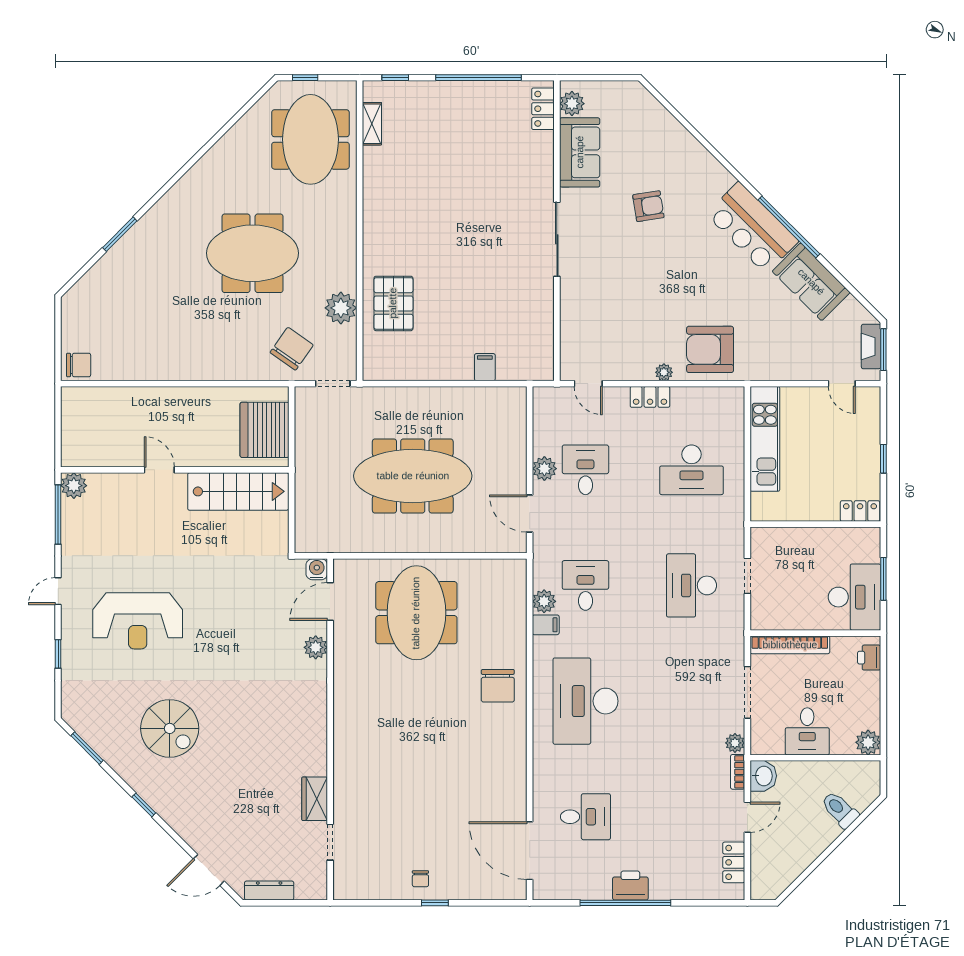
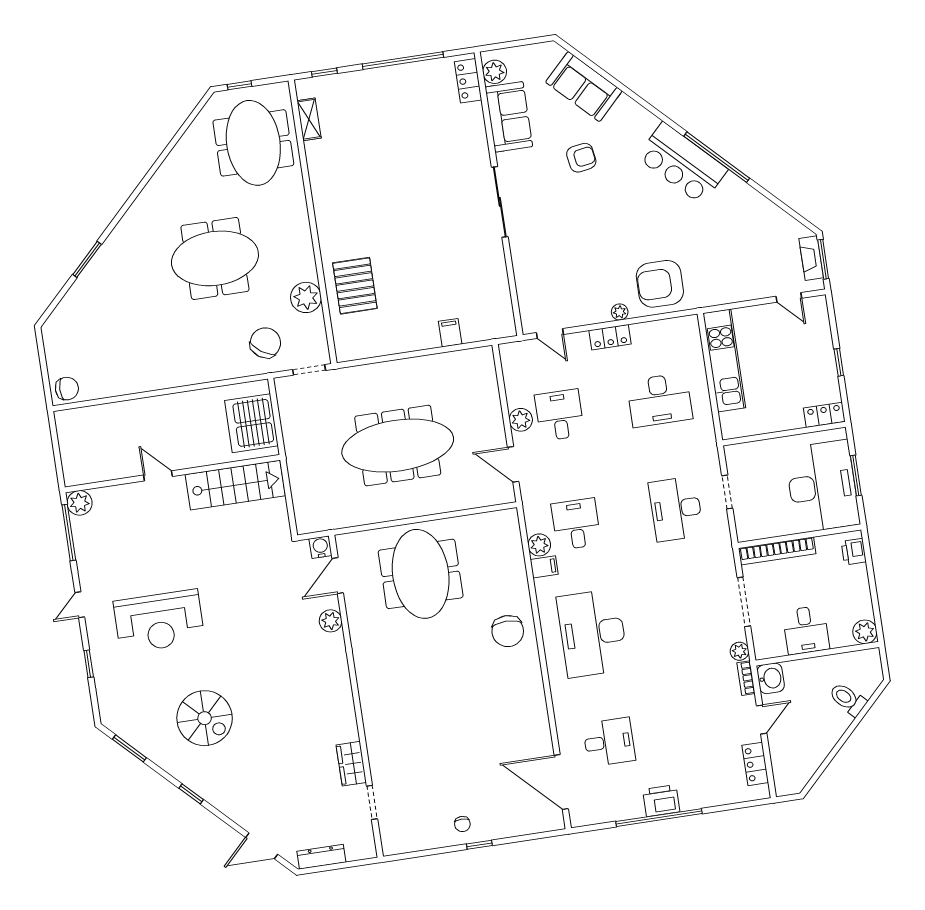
sofa: (811, 282) -> (584, 87), moved
desk: (855, 597) -> (822, 486), width x1.36, depth x1.30

